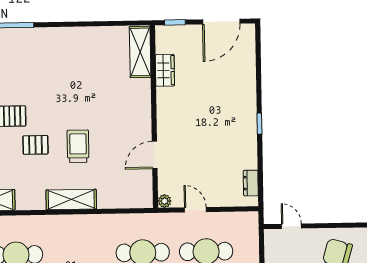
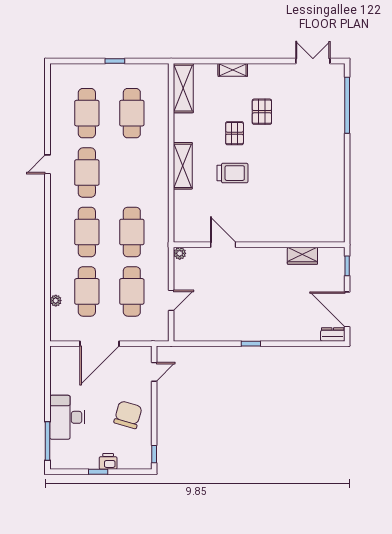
shelving: (140, 52) -> (320, 233), removed
dresser: (251, 183) -> (333, 334), moved
door: (195, 210) -> (171, 300), moved

